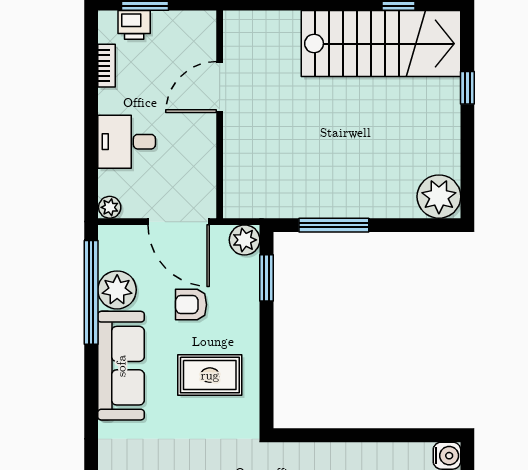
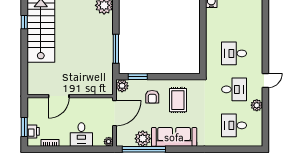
door: (220, 87) -> (59, 96), hinge flipped
armchair: (191, 305) -> (152, 97), moved

